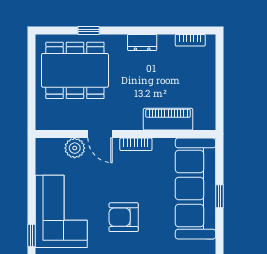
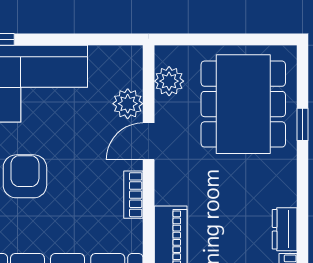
dresser: (142, 43) -> (285, 229), moved
plant: (60, 120) -> (169, 81), added

